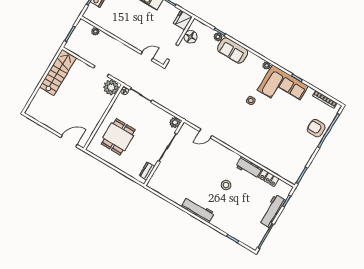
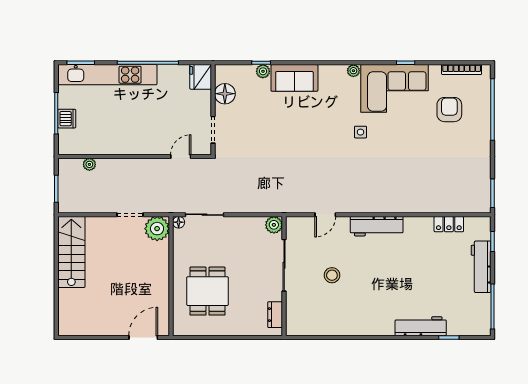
armchair: (316, 128) -> (449, 110), moved, turned 90
workbench: (249, 168) -> (377, 226), moved, width x1.38
stool: (226, 185) -> (332, 275), moved
workbench: (198, 210) -> (421, 326), moved

